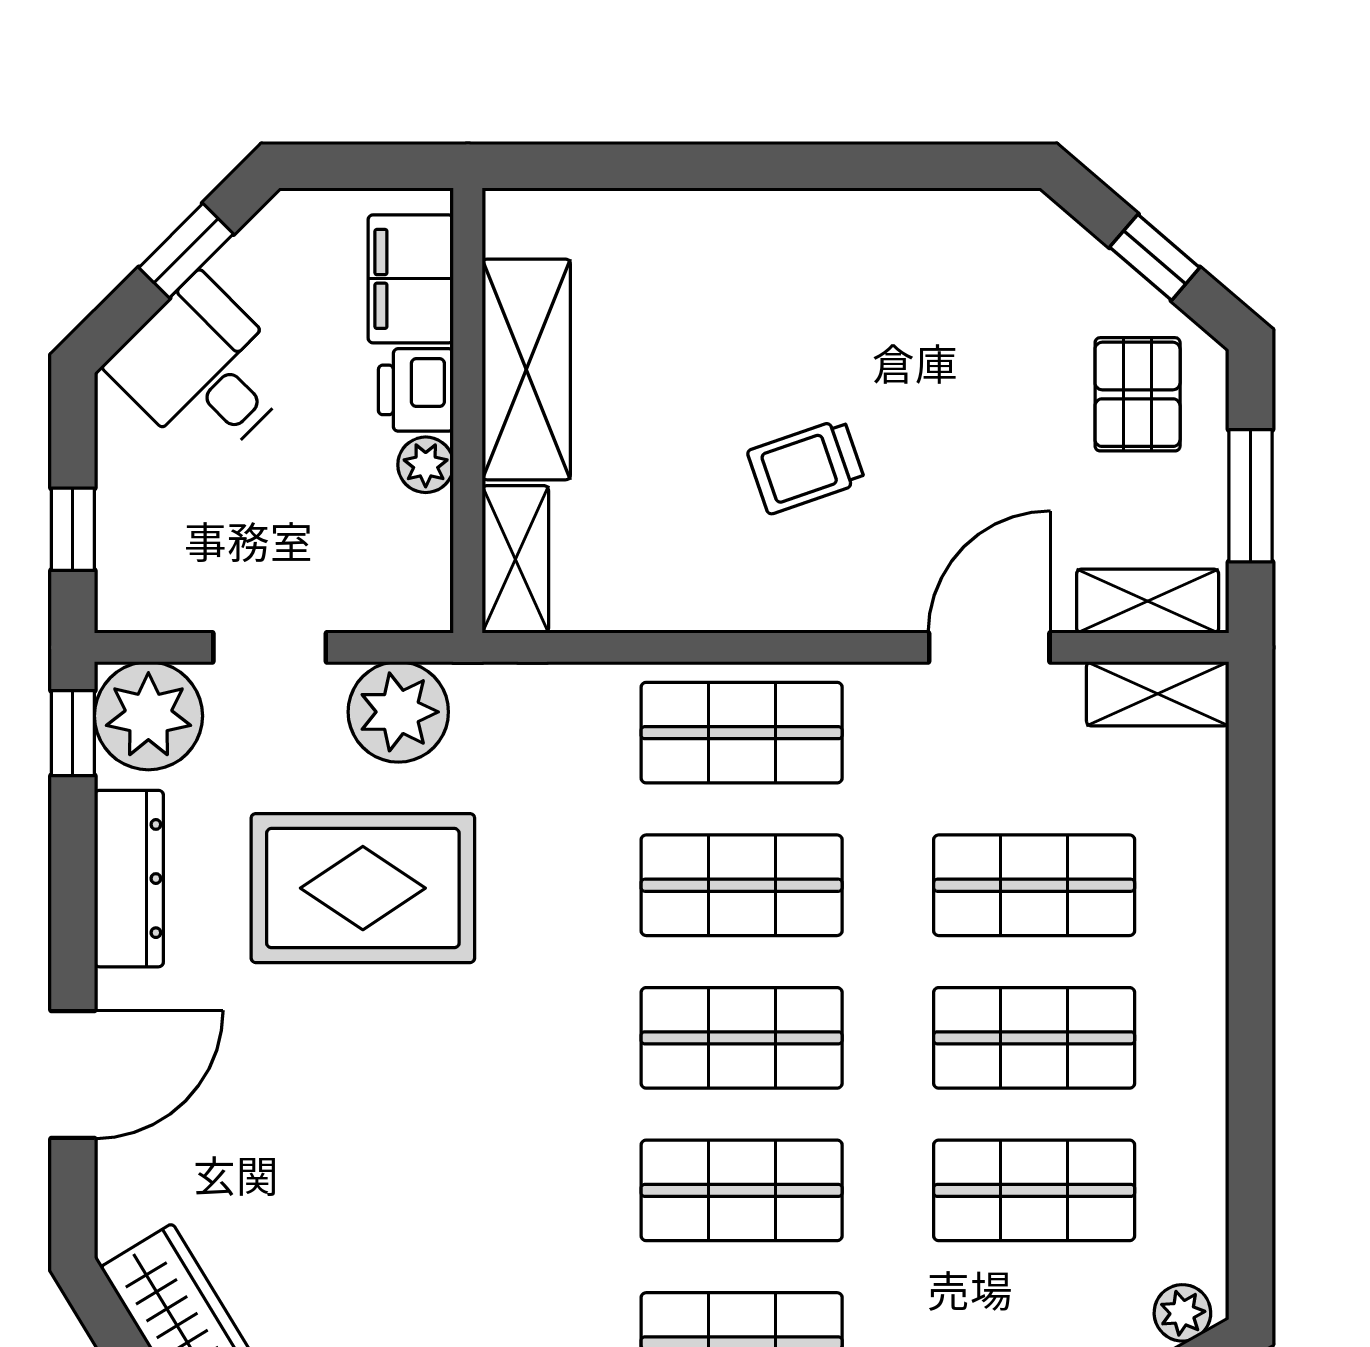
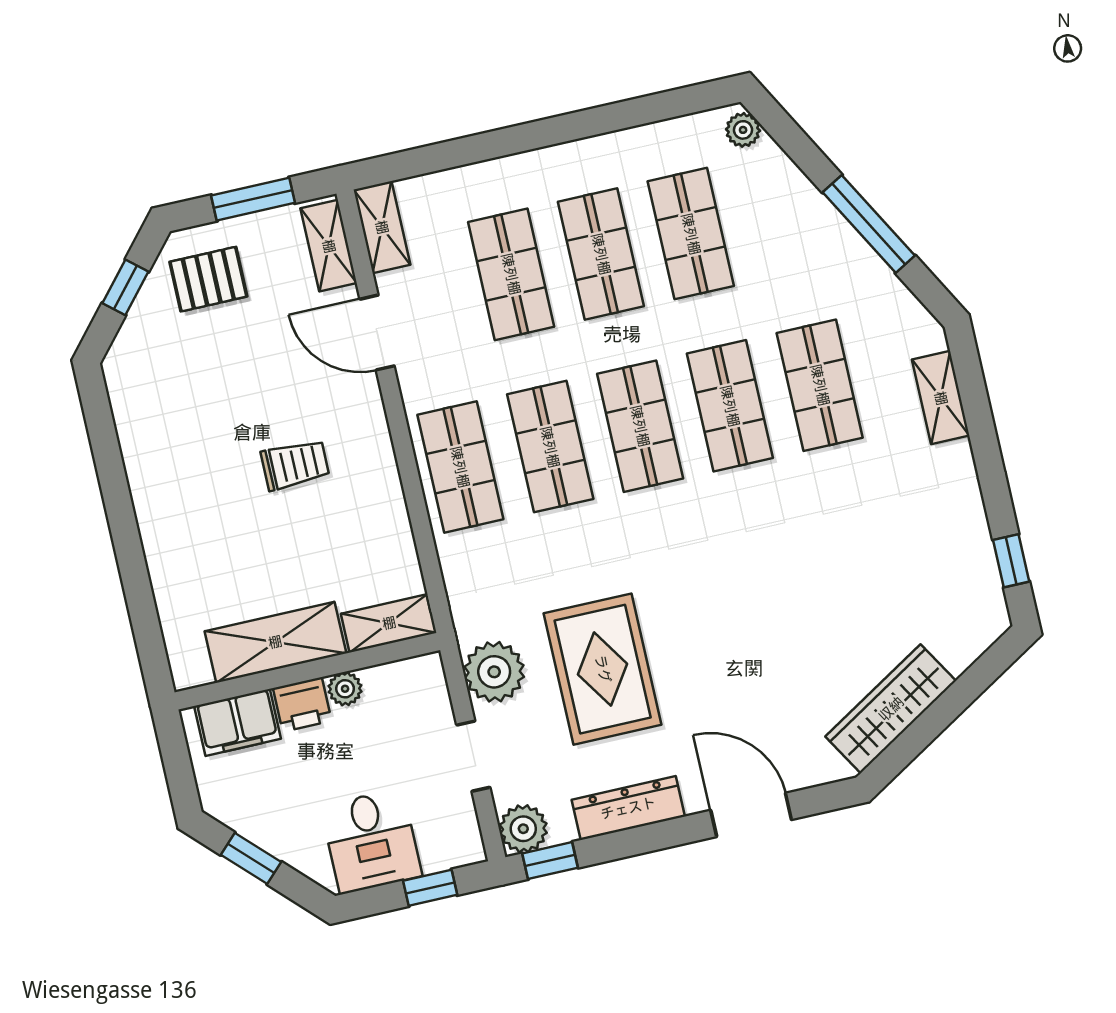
desk: (203, 371) -> (371, 841), moved, turned -45
trolley: (806, 466) -> (295, 465), turned -71
plant: (148, 716) -> (523, 829), width x0.73, depth x0.73

